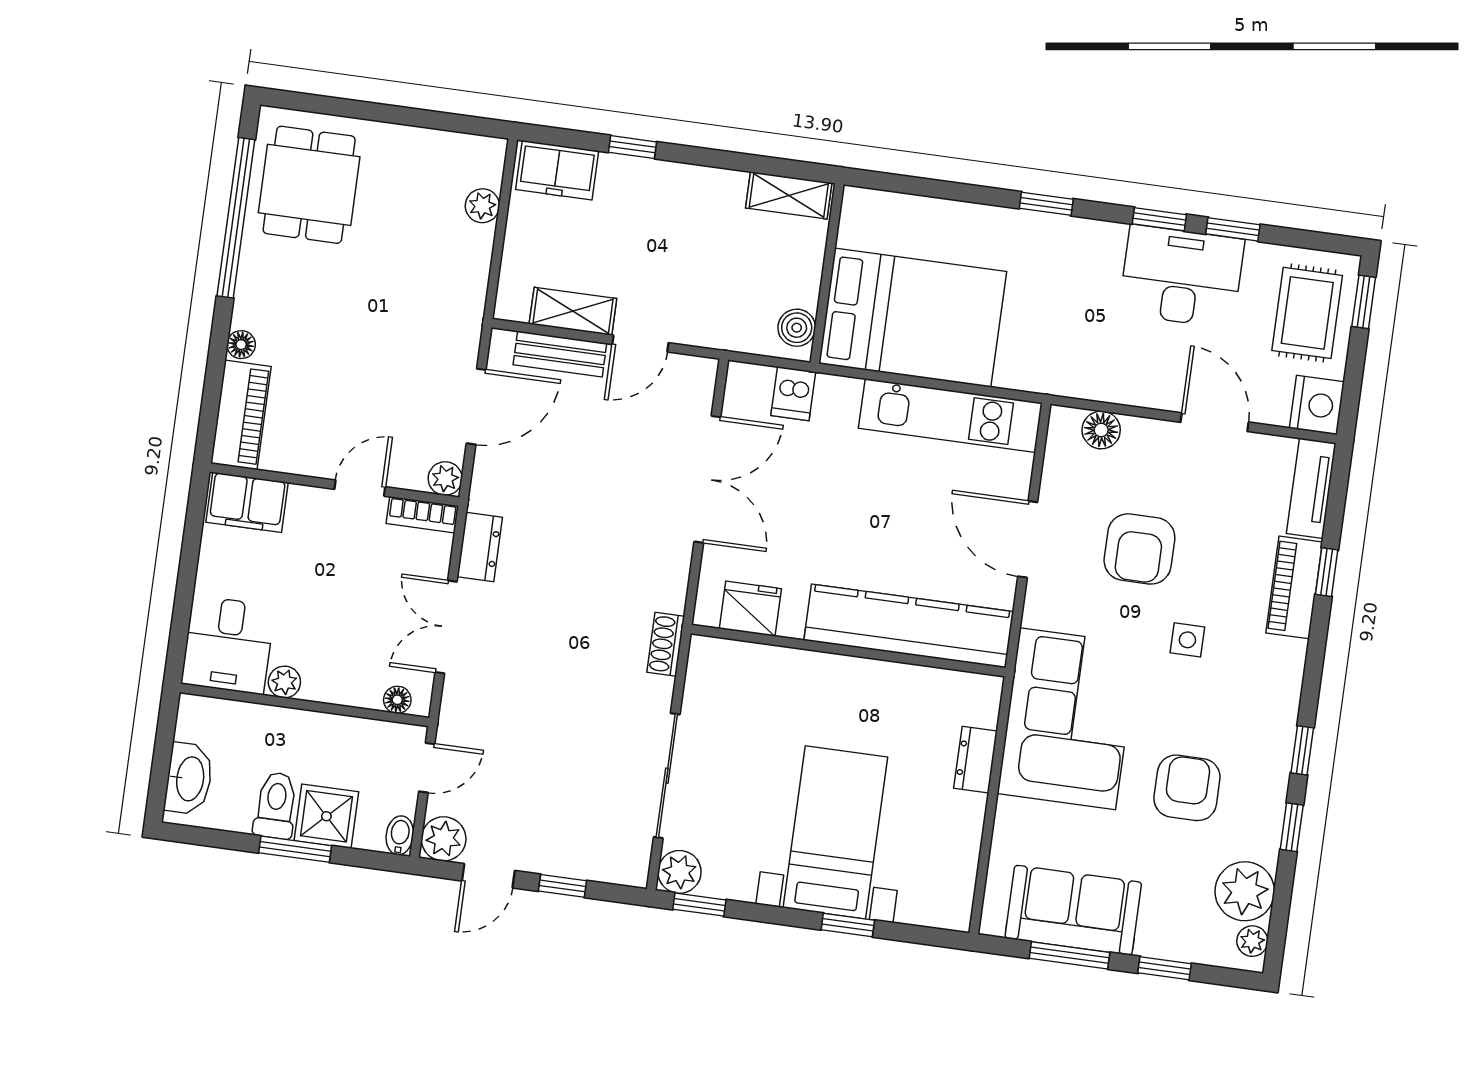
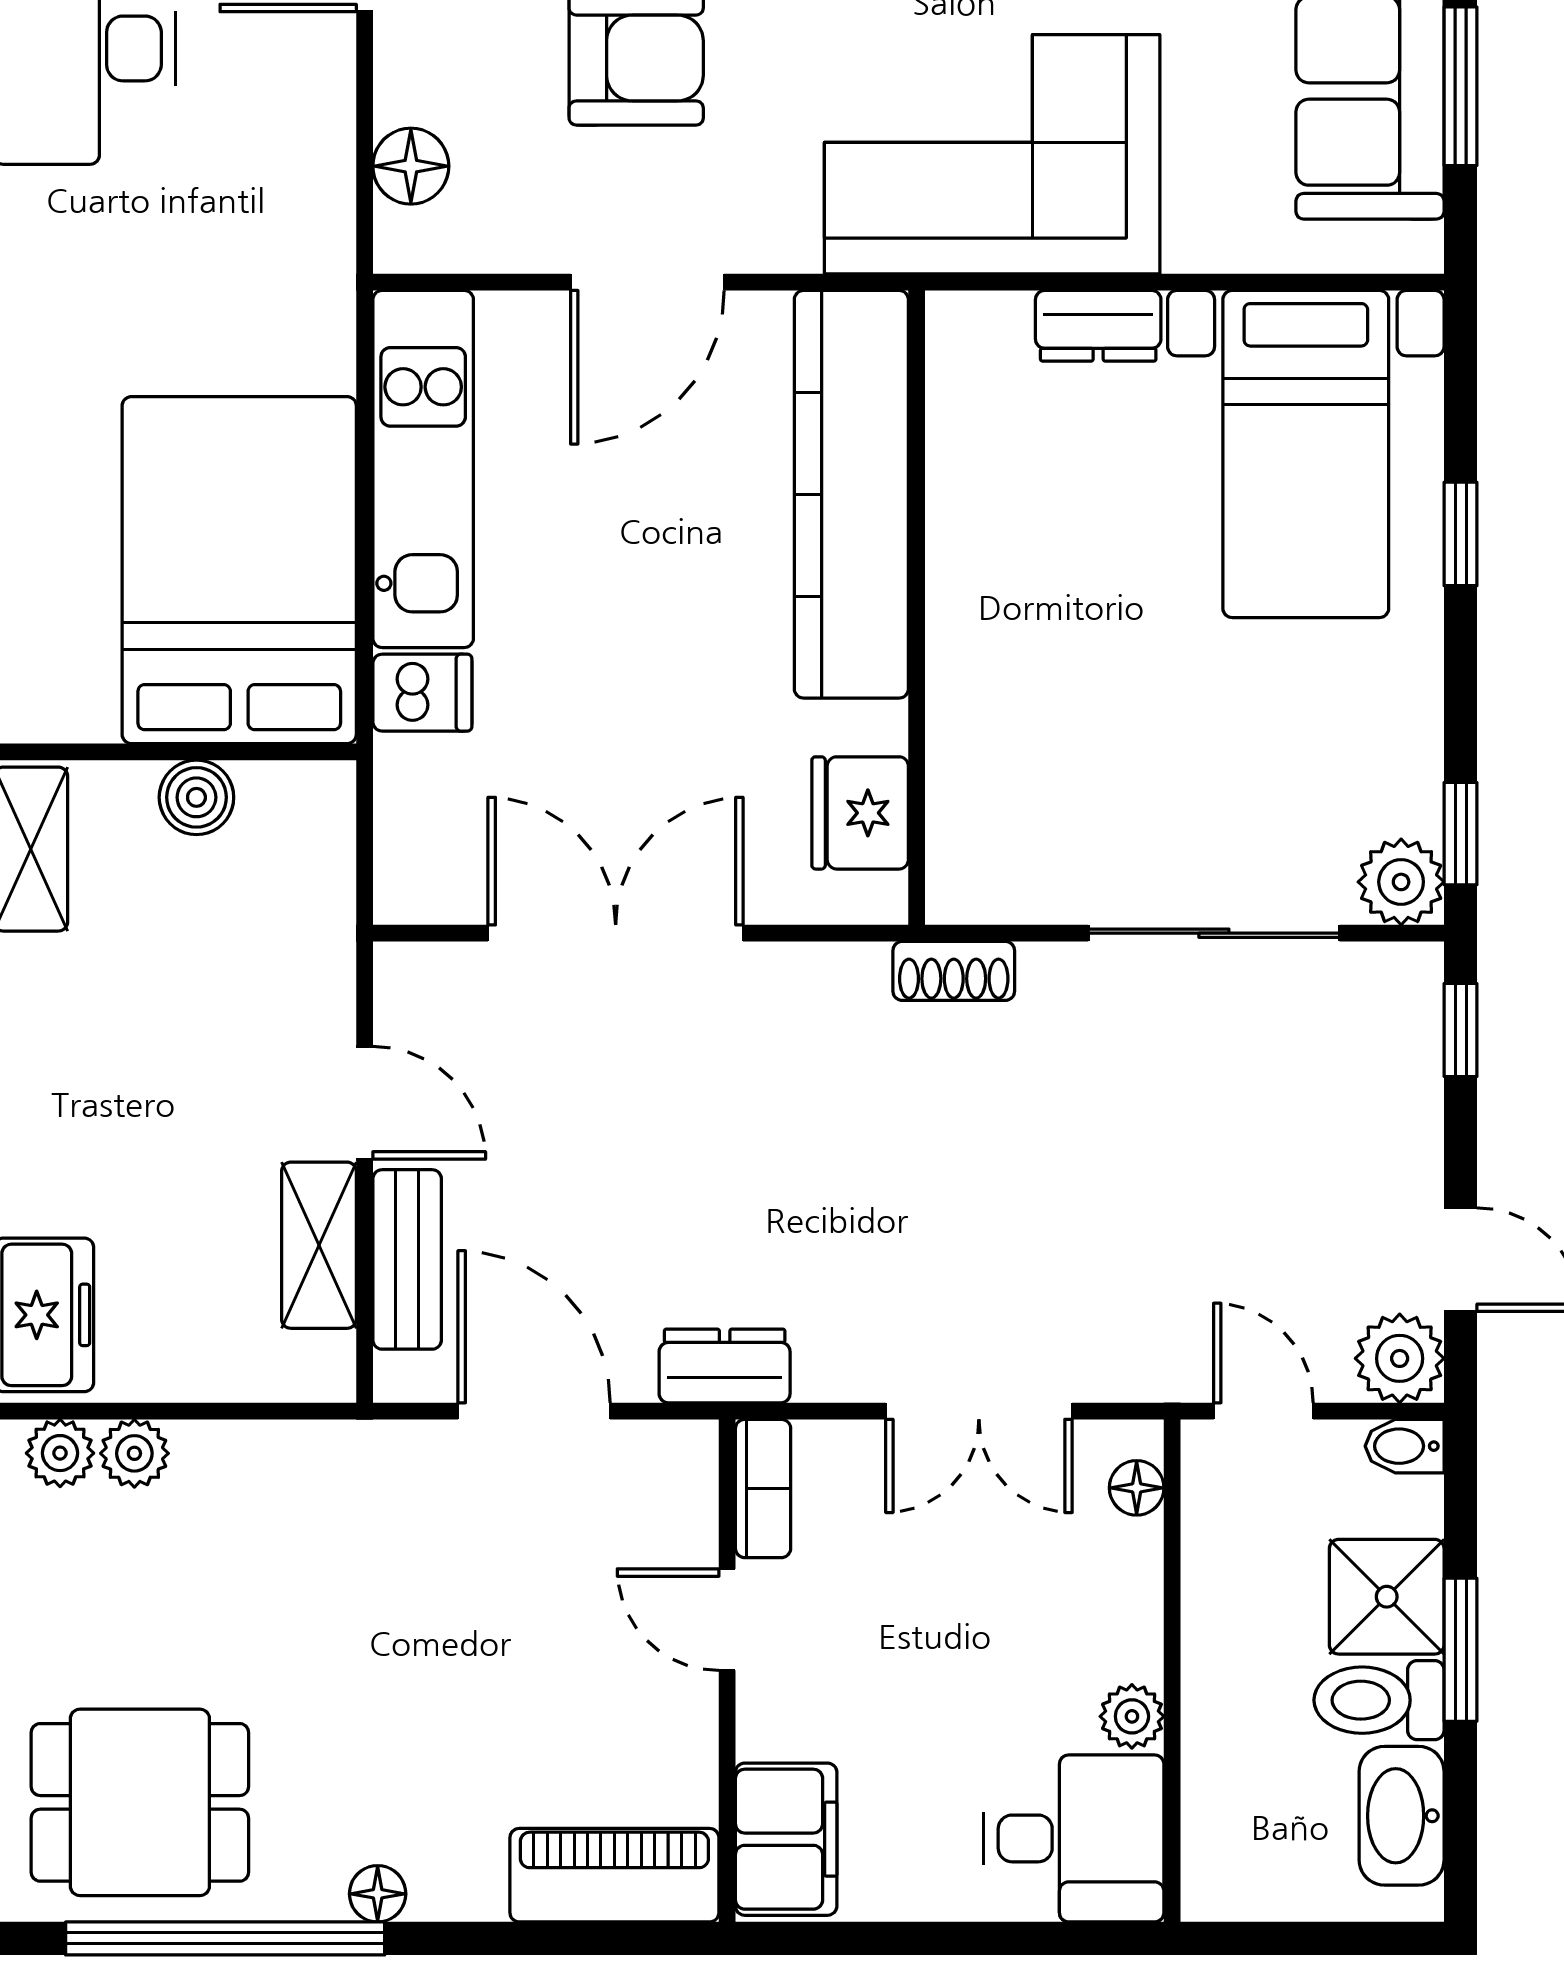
boiler: (797, 328) -> (196, 797), moved
floor lamp: (241, 345) -> (378, 1894), moved
dishwasher: (793, 394) -> (422, 693), moved
plant: (445, 479) -> (60, 1453), moved
dresser: (480, 547) -> (725, 1366), moved
washbasin: (189, 779) -> (1402, 1816), moved, turned -90
bed with nightstands: (835, 832) -> (1306, 454), moved, turned -90
window: (563, 886) -> (1461, 1030), moved

